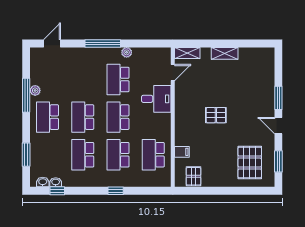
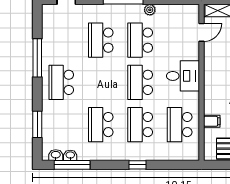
plant: (35, 90) -> (47, 52), removed
desk: (156, 99) -> (183, 76), moved
school desk: (83, 117) -> (101, 40), moved
window: (57, 191) -> (72, 165), width x2.17

